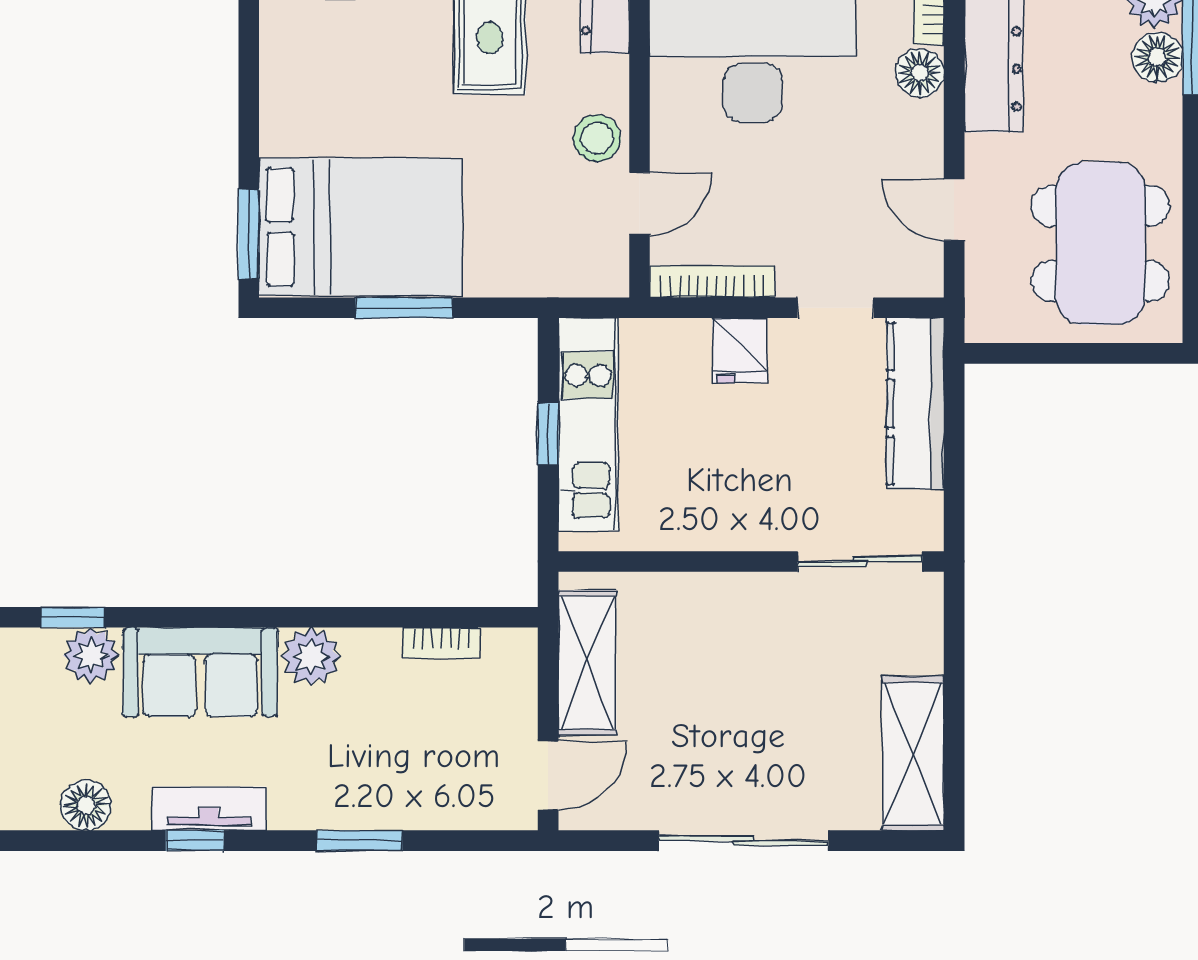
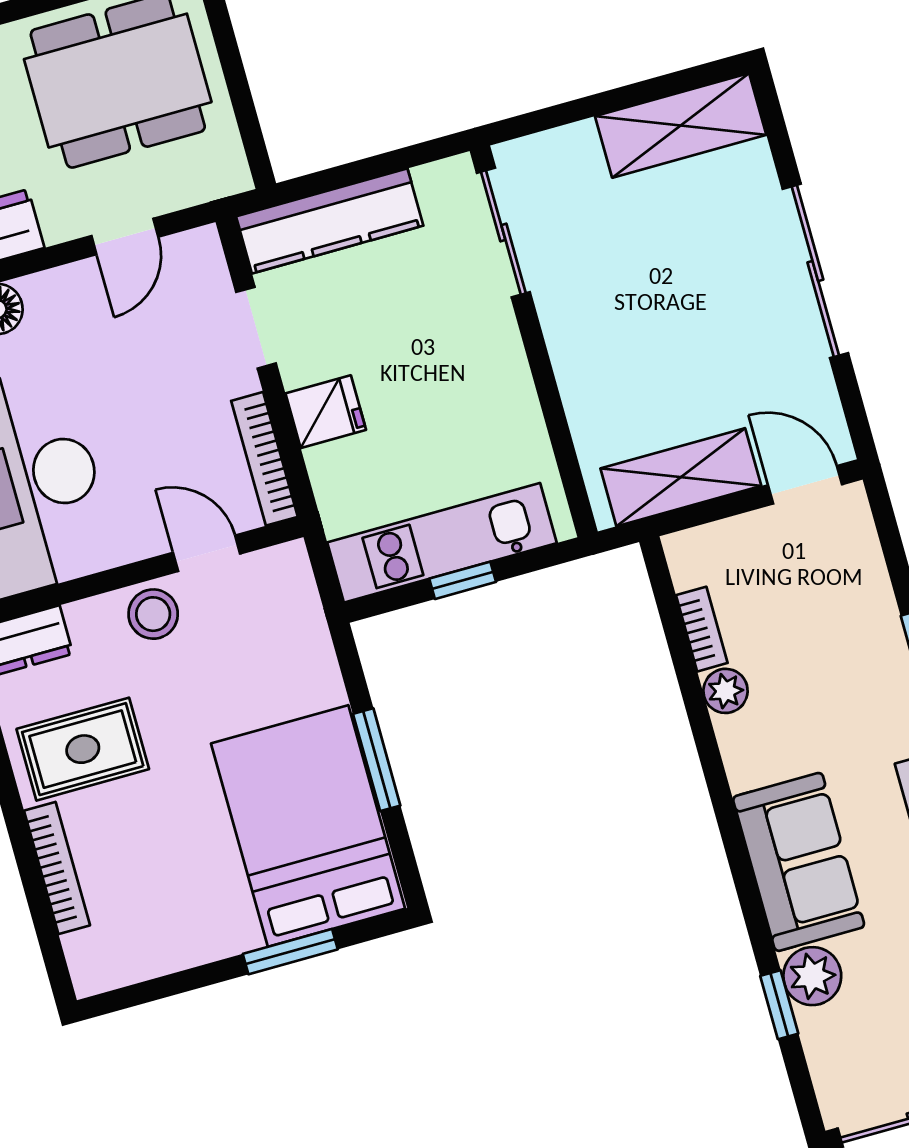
window: (249, 234) -> (290, 952), moved
plant: (311, 657) -> (726, 691), moved, width x0.73, depth x0.73

